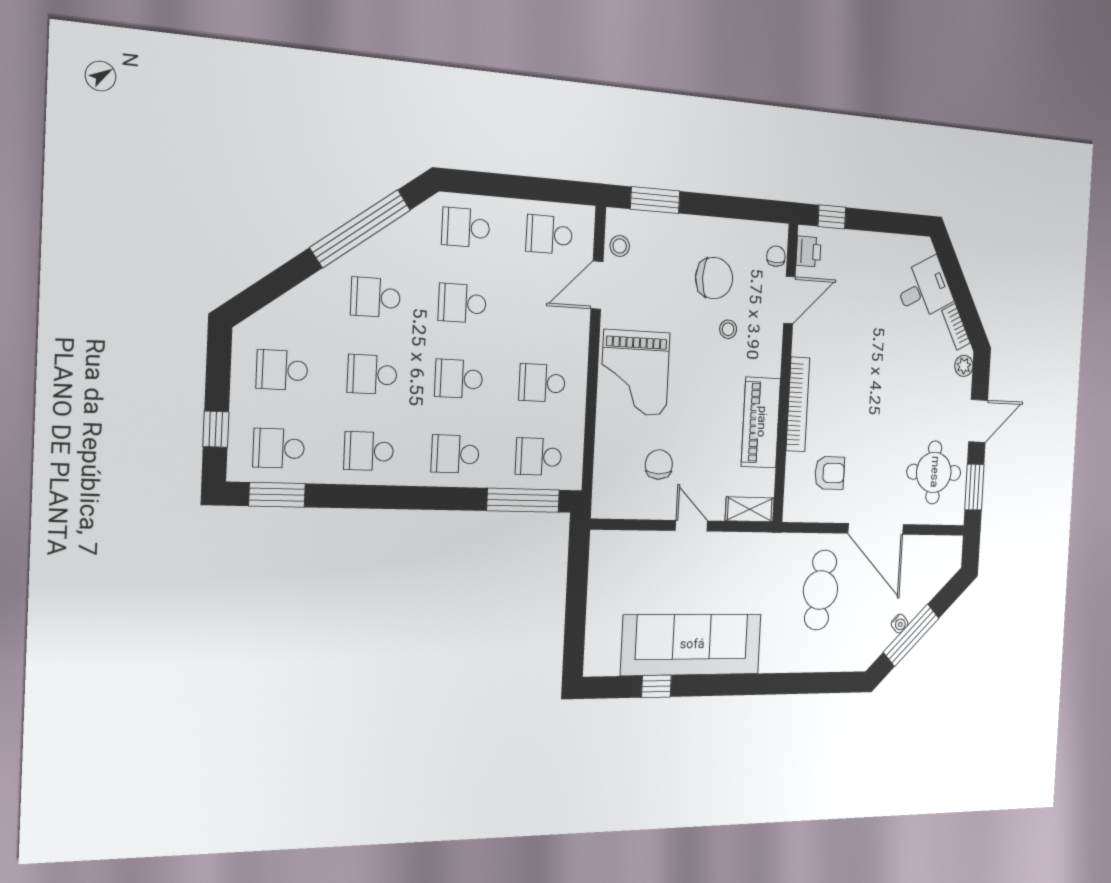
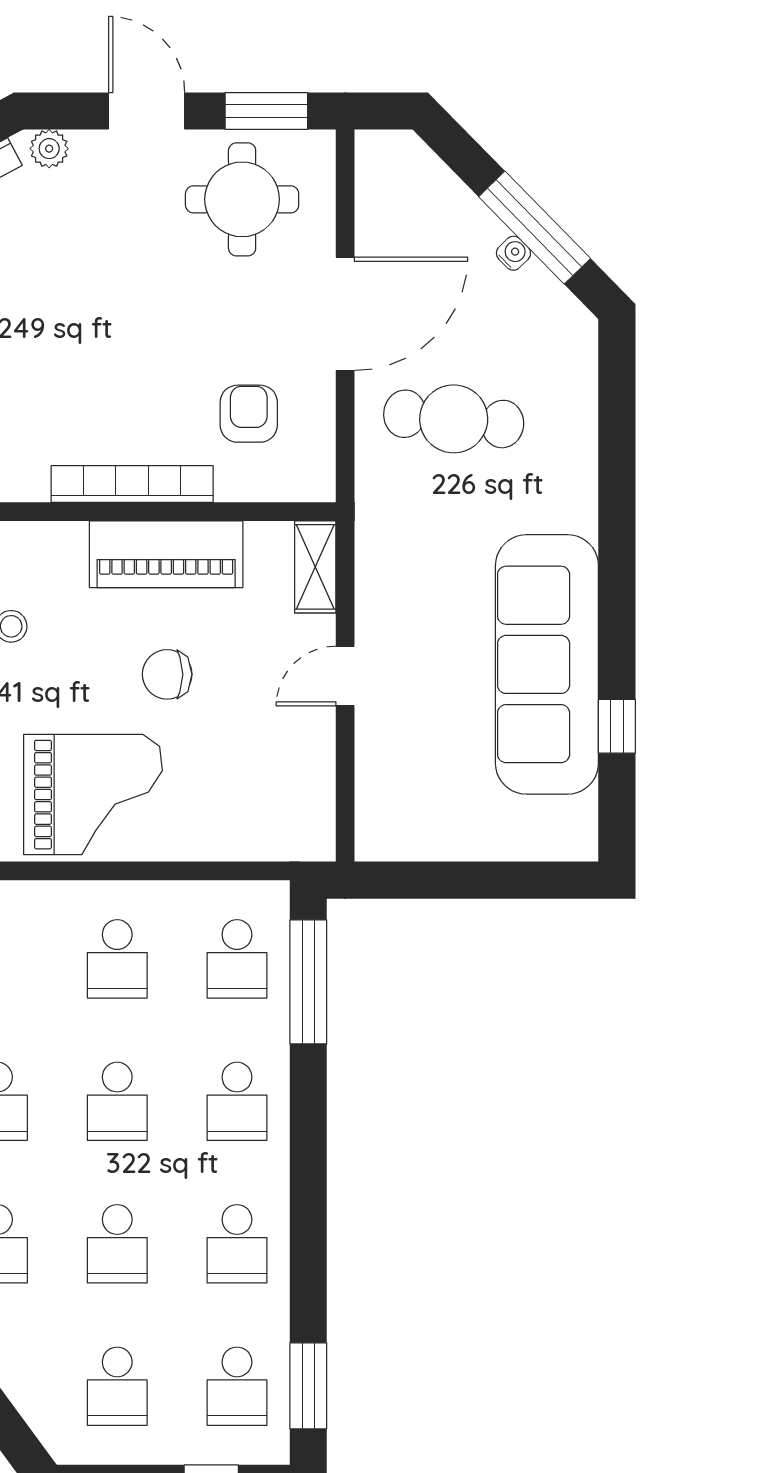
chair: (659, 464) -> (167, 674), moved

